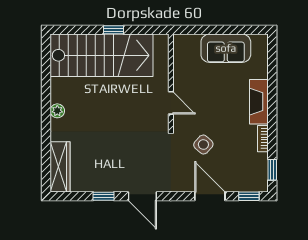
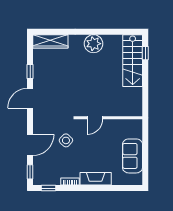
window: (113, 30) -> (145, 53), moved
stairs: (102, 55) -> (133, 61), width x0.73, depth x0.66
plant: (57, 111) -> (94, 44), width x1.88, depth x1.88

